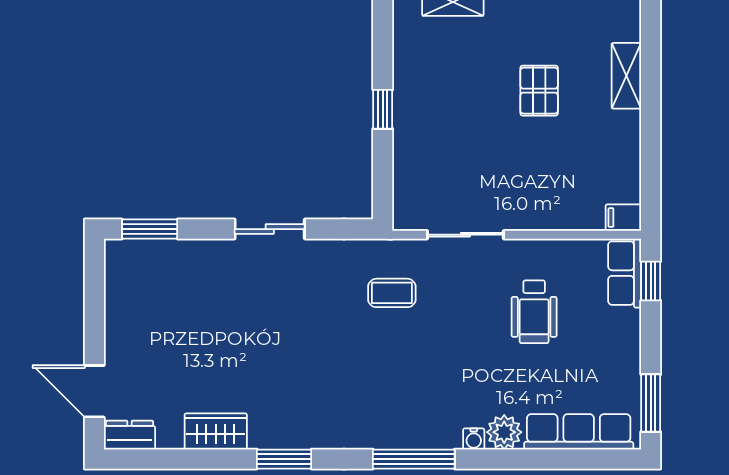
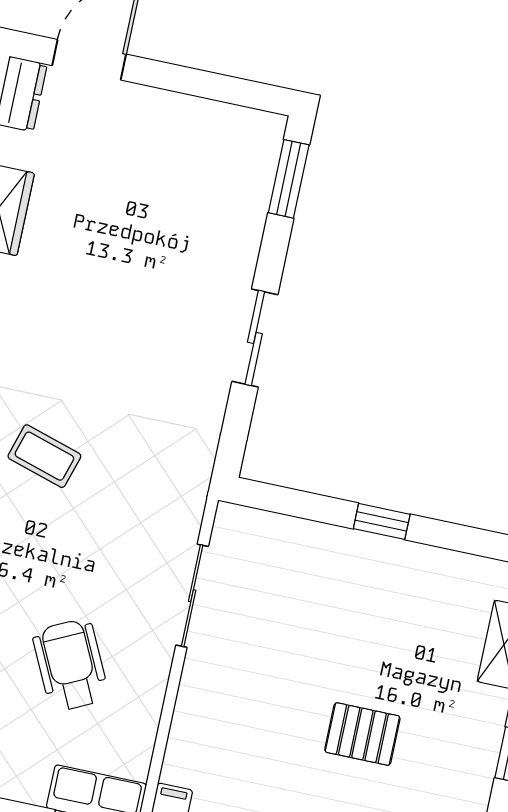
coffee table: (392, 293) -> (44, 456), moved, turned -73
wheelchair: (534, 312) -> (71, 665), turned 64

